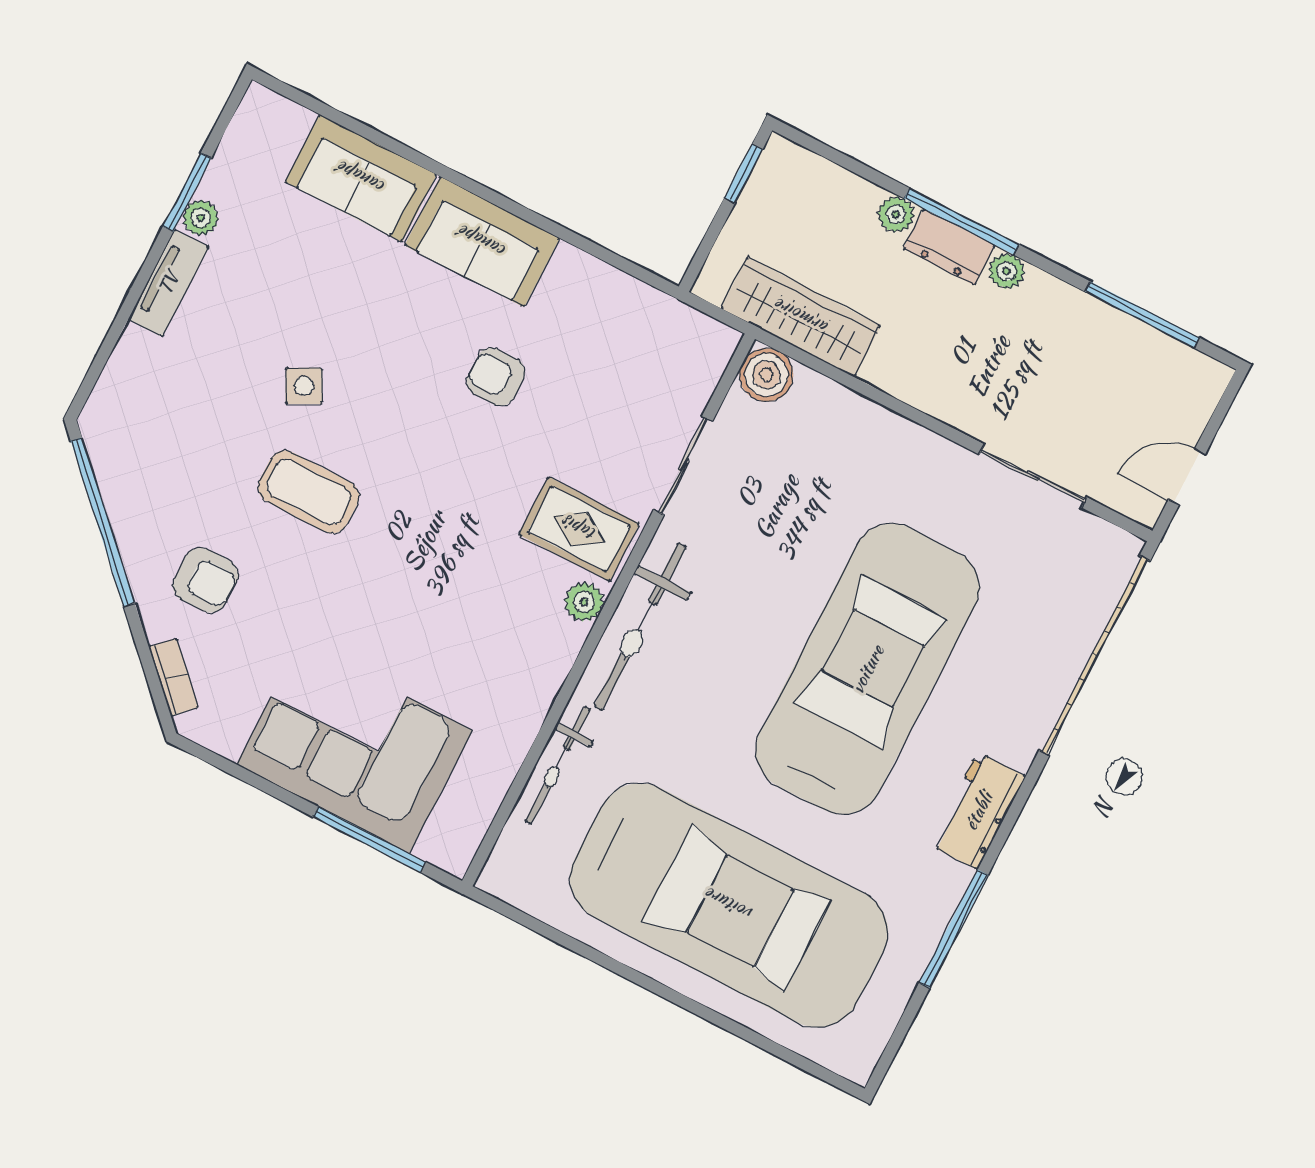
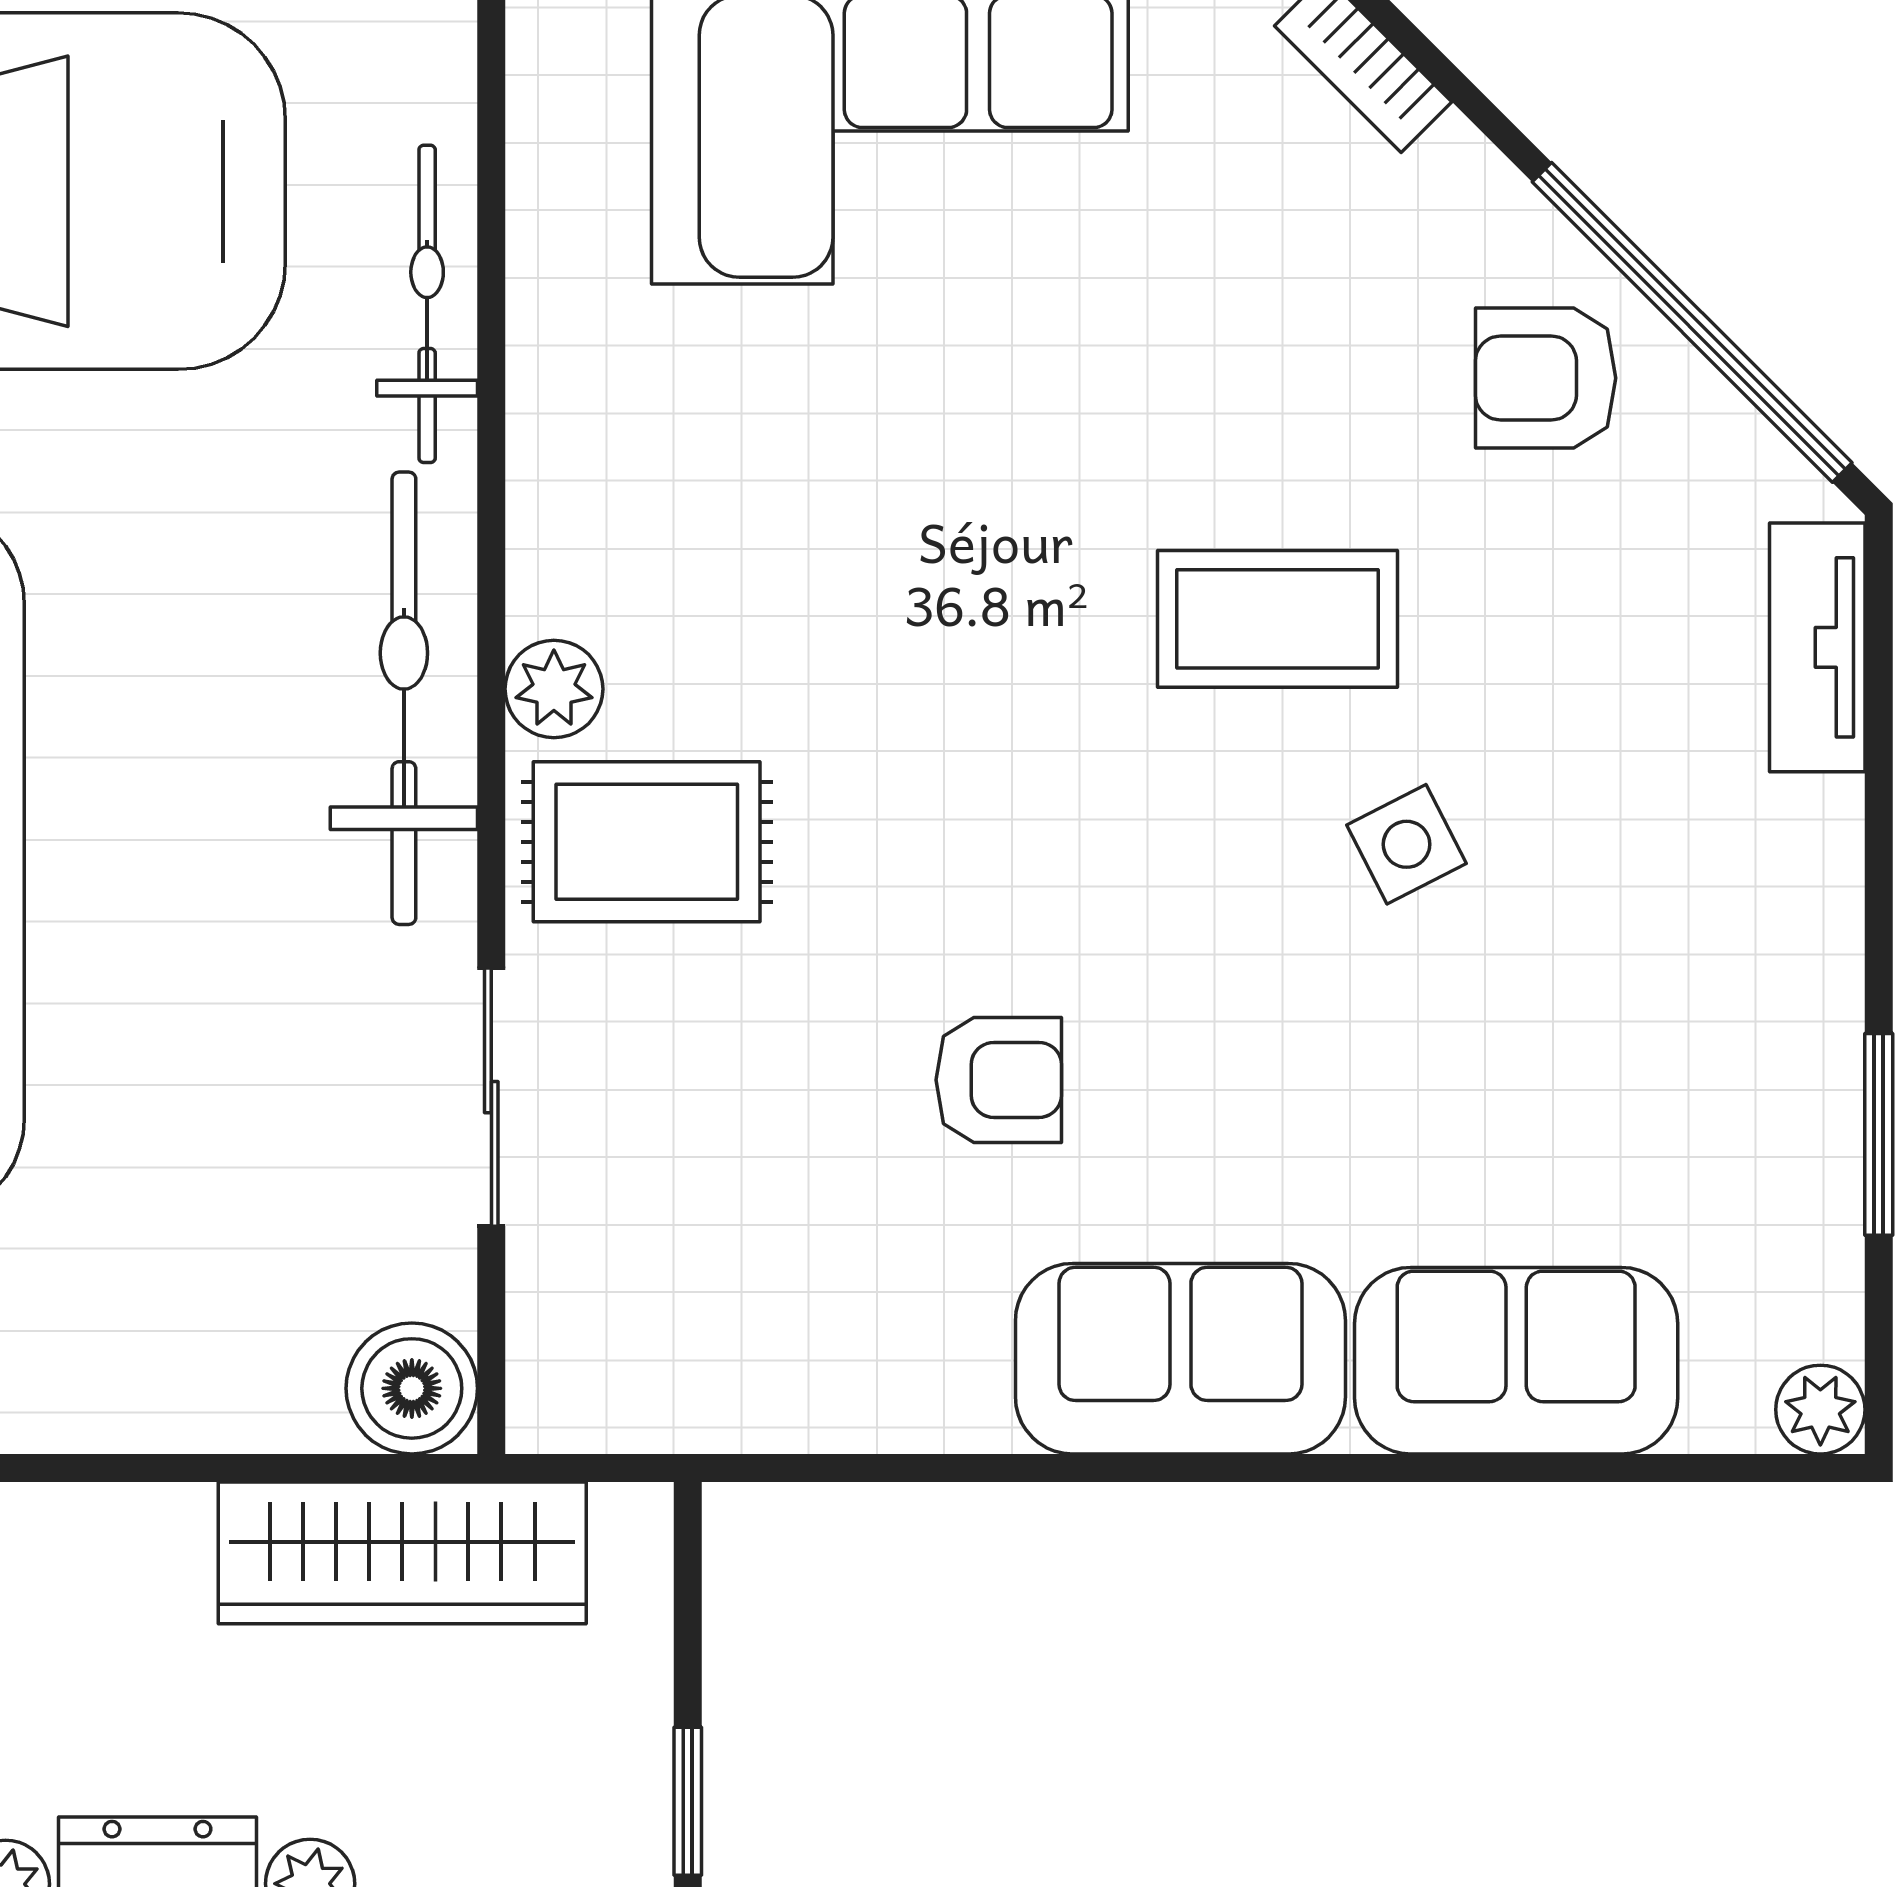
plant: (201, 218) -> (1820, 1410), moved
tv unit: (168, 283) -> (1817, 647), moved
armchair: (205, 580) -> (1546, 378), moved

